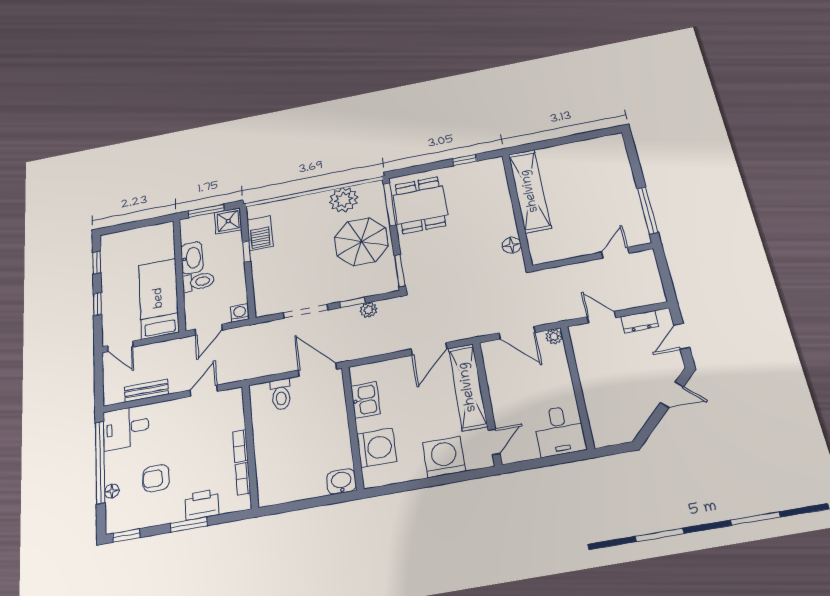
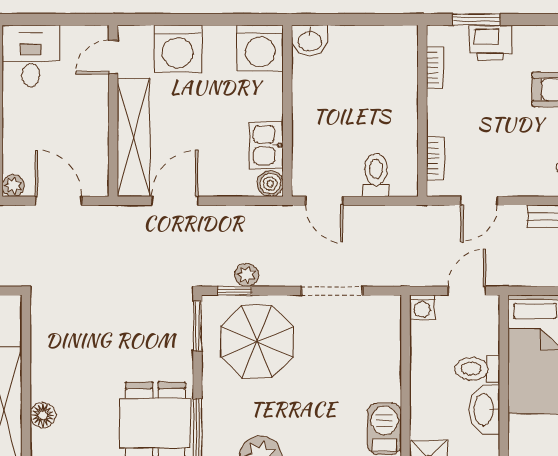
parasol: (361, 242) -> (257, 342), moved
floor lamp: (512, 245) -> (43, 415), moved
window: (247, 251) -> (406, 403), removed
window: (352, 302) -> (235, 291), moved
door: (318, 370) -> (324, 201), width x0.73
boiler: (359, 374) -> (270, 184), added
bookcase: (240, 446) -> (435, 158), moved
washing machine: (377, 448) -> (260, 48), moved, turned -90
window: (189, 524) -> (477, 19), moved

